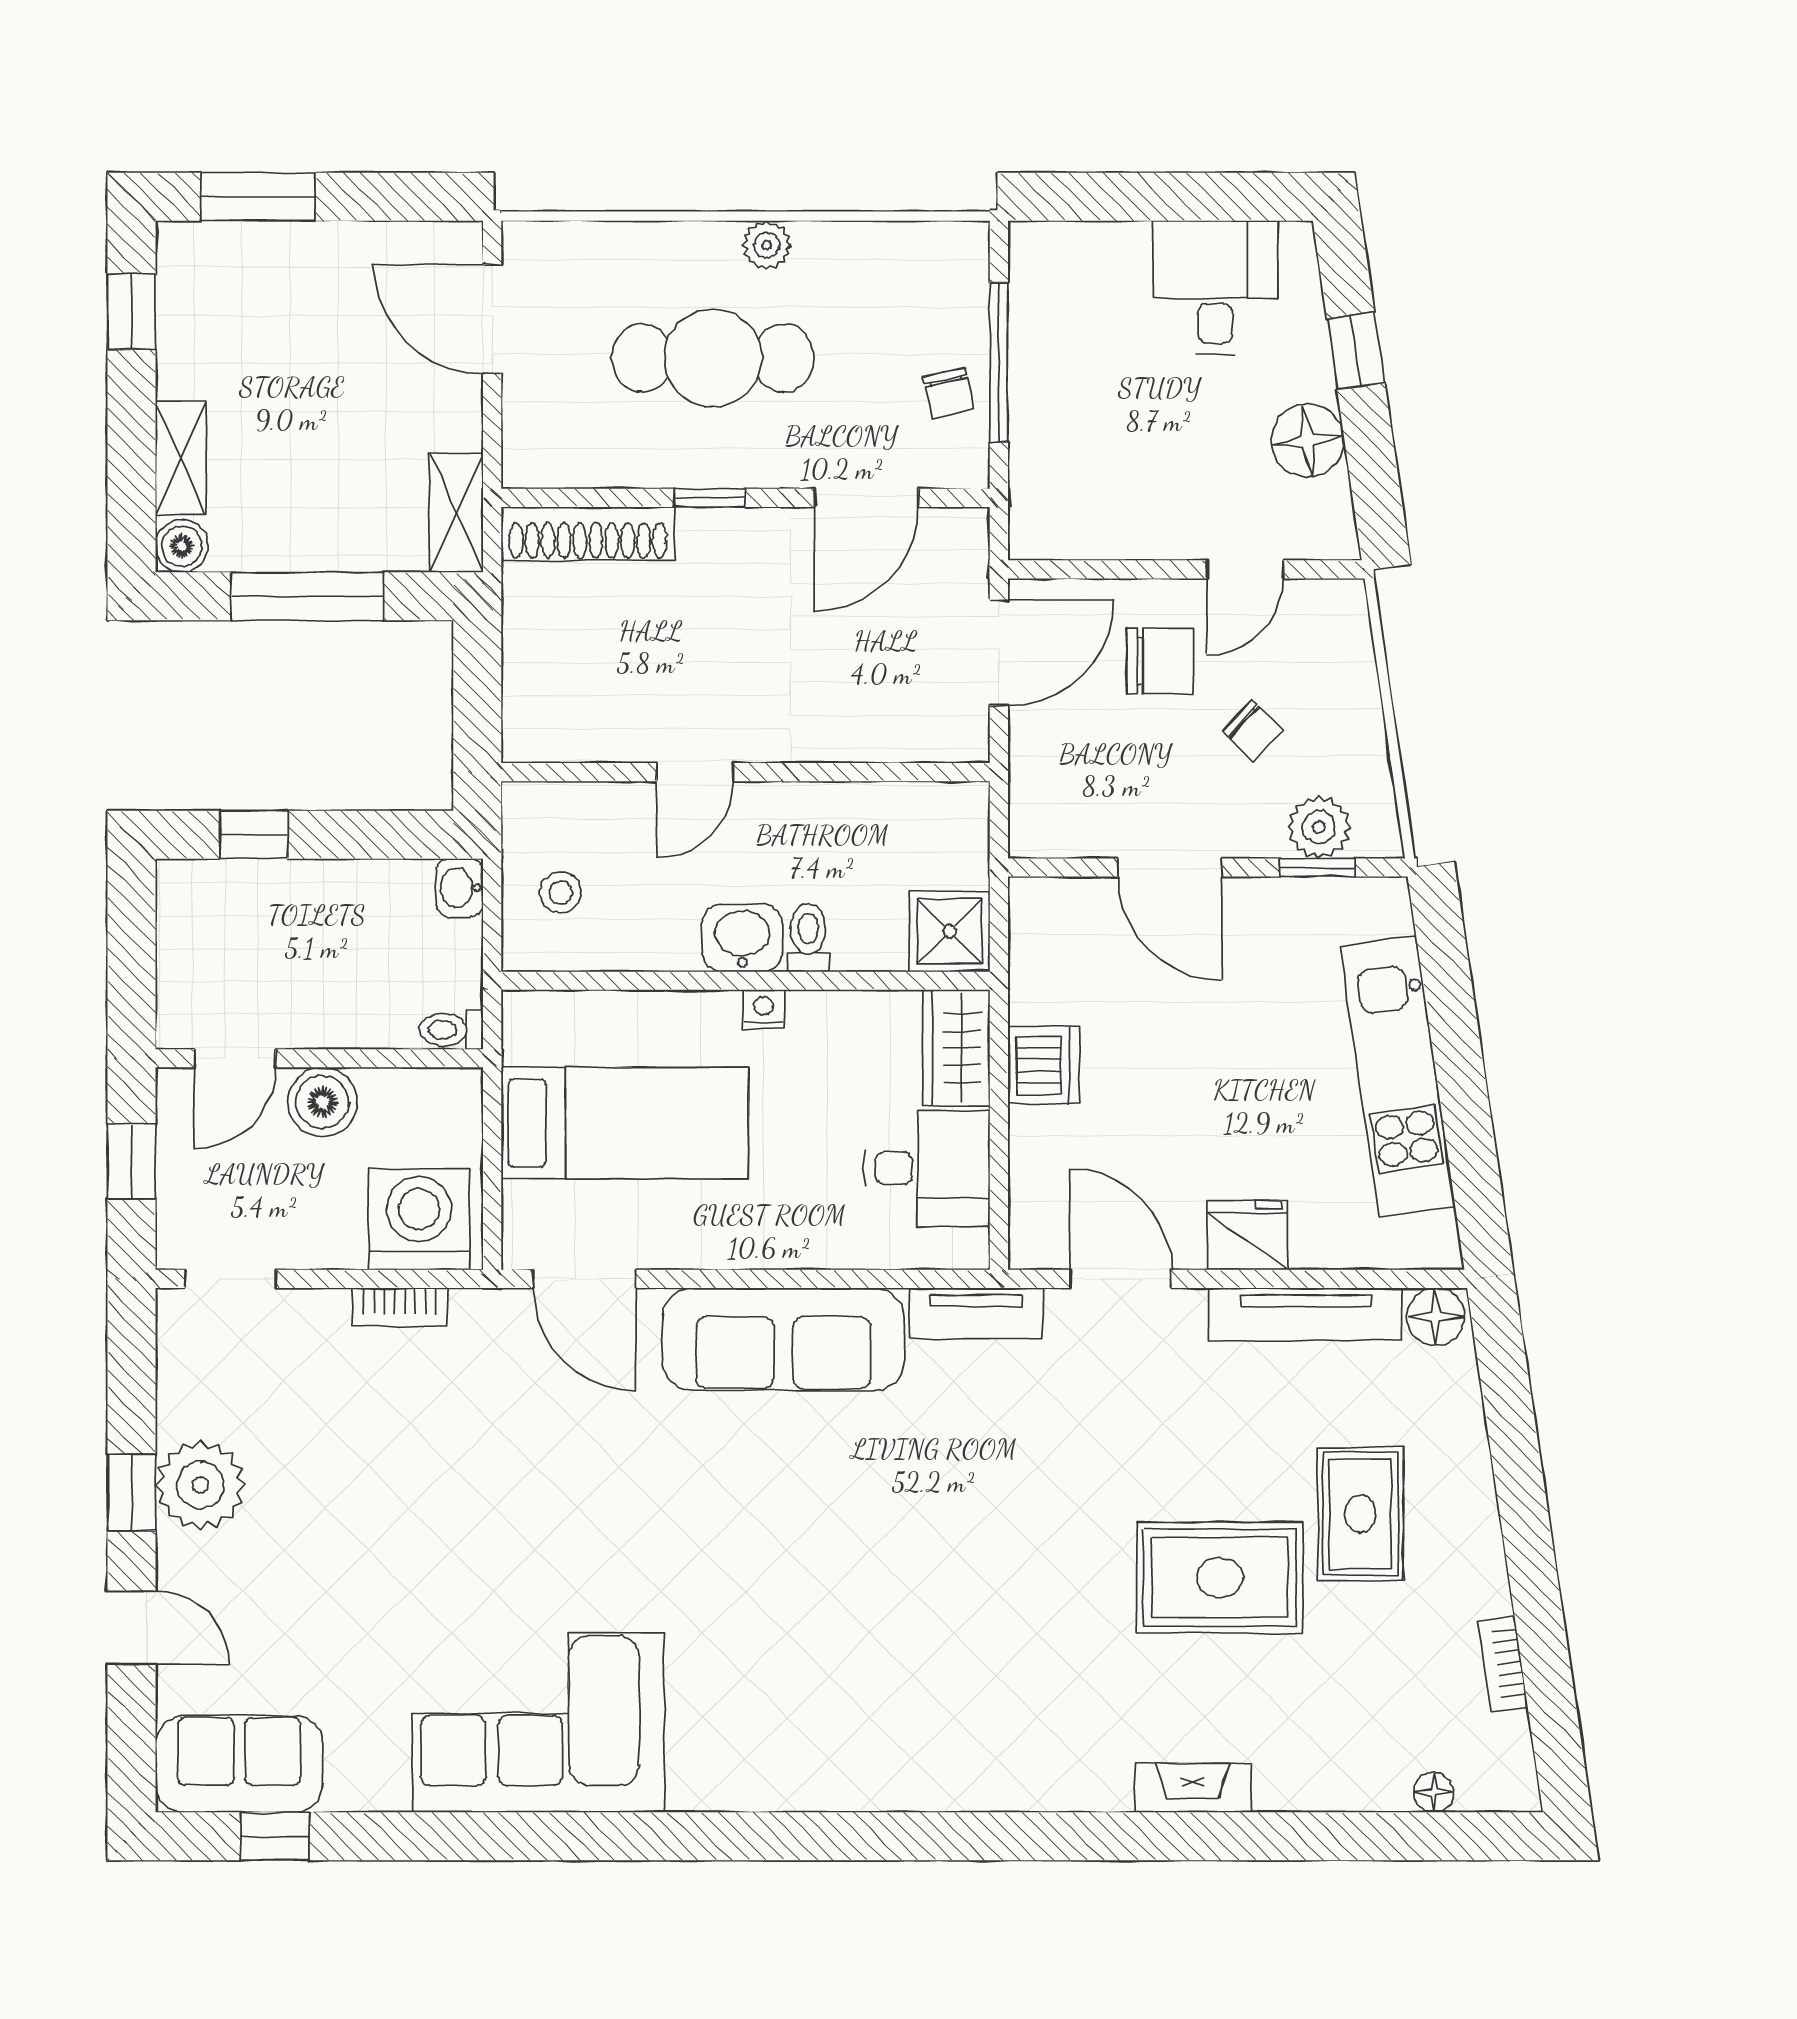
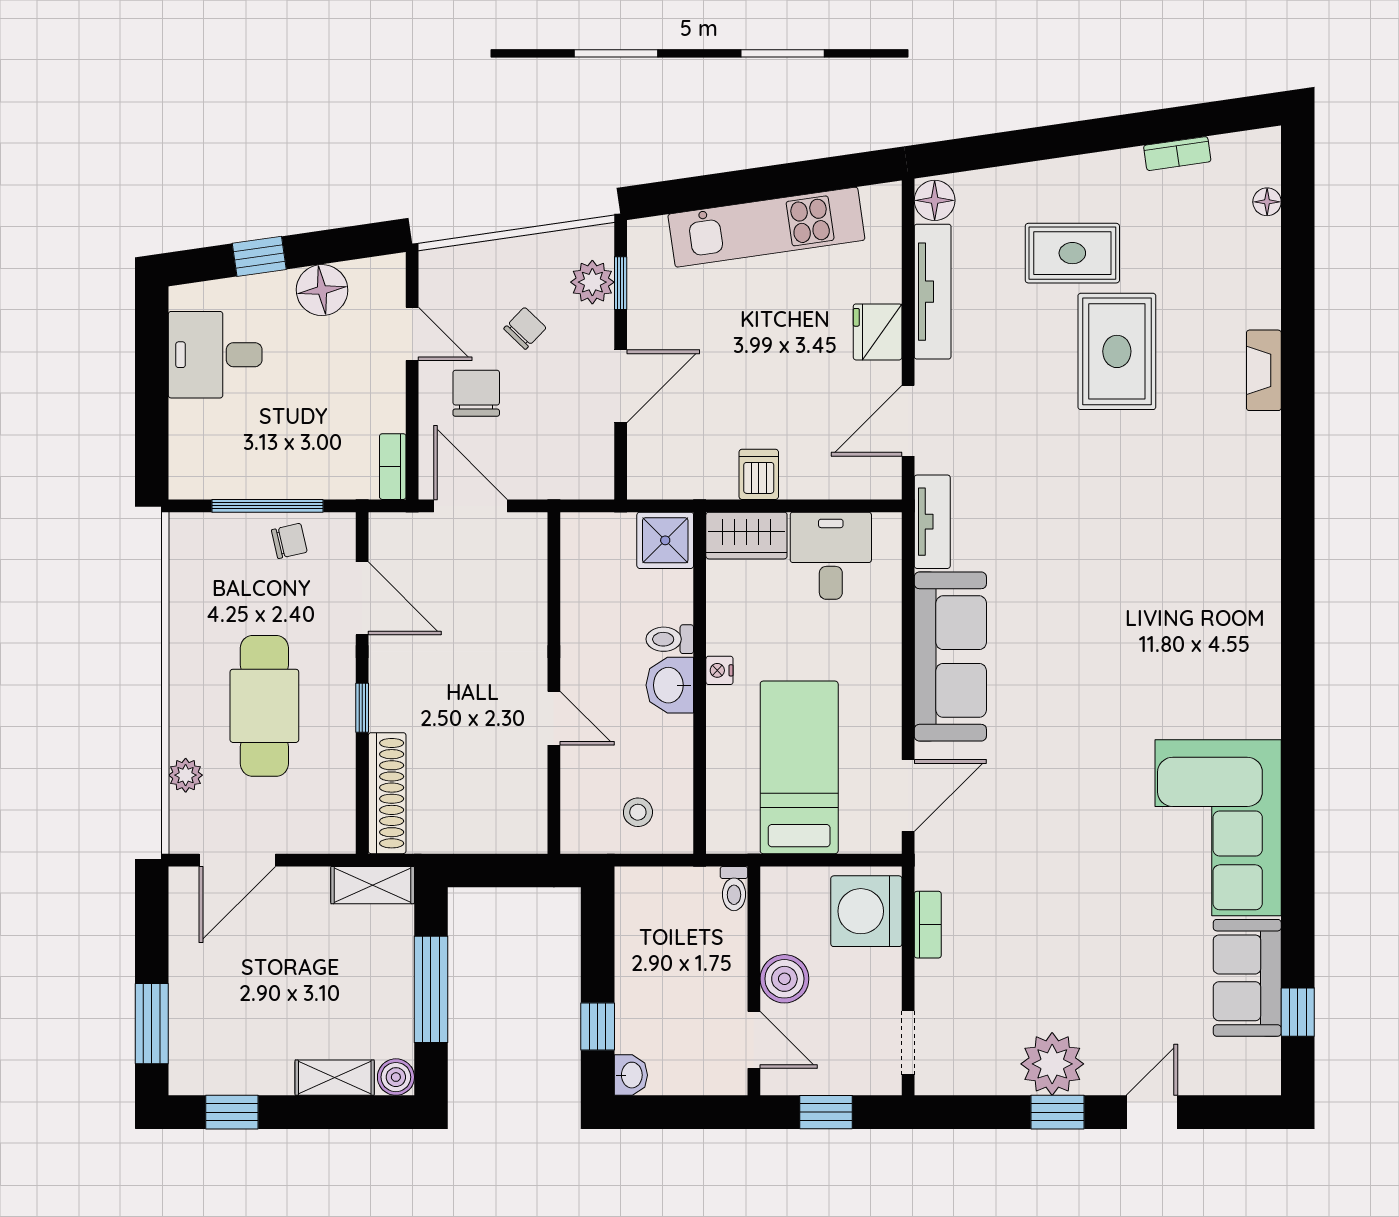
plant: (767, 245) -> (186, 775), moved
bookcase: (1055, 542) -> (393, 467), added
washbasin: (460, 888) -> (631, 1075), moved, turned -90
dishwasher: (1044, 1065) -> (759, 474), width x0.73
sofa: (239, 1764) -> (1247, 978), moved

